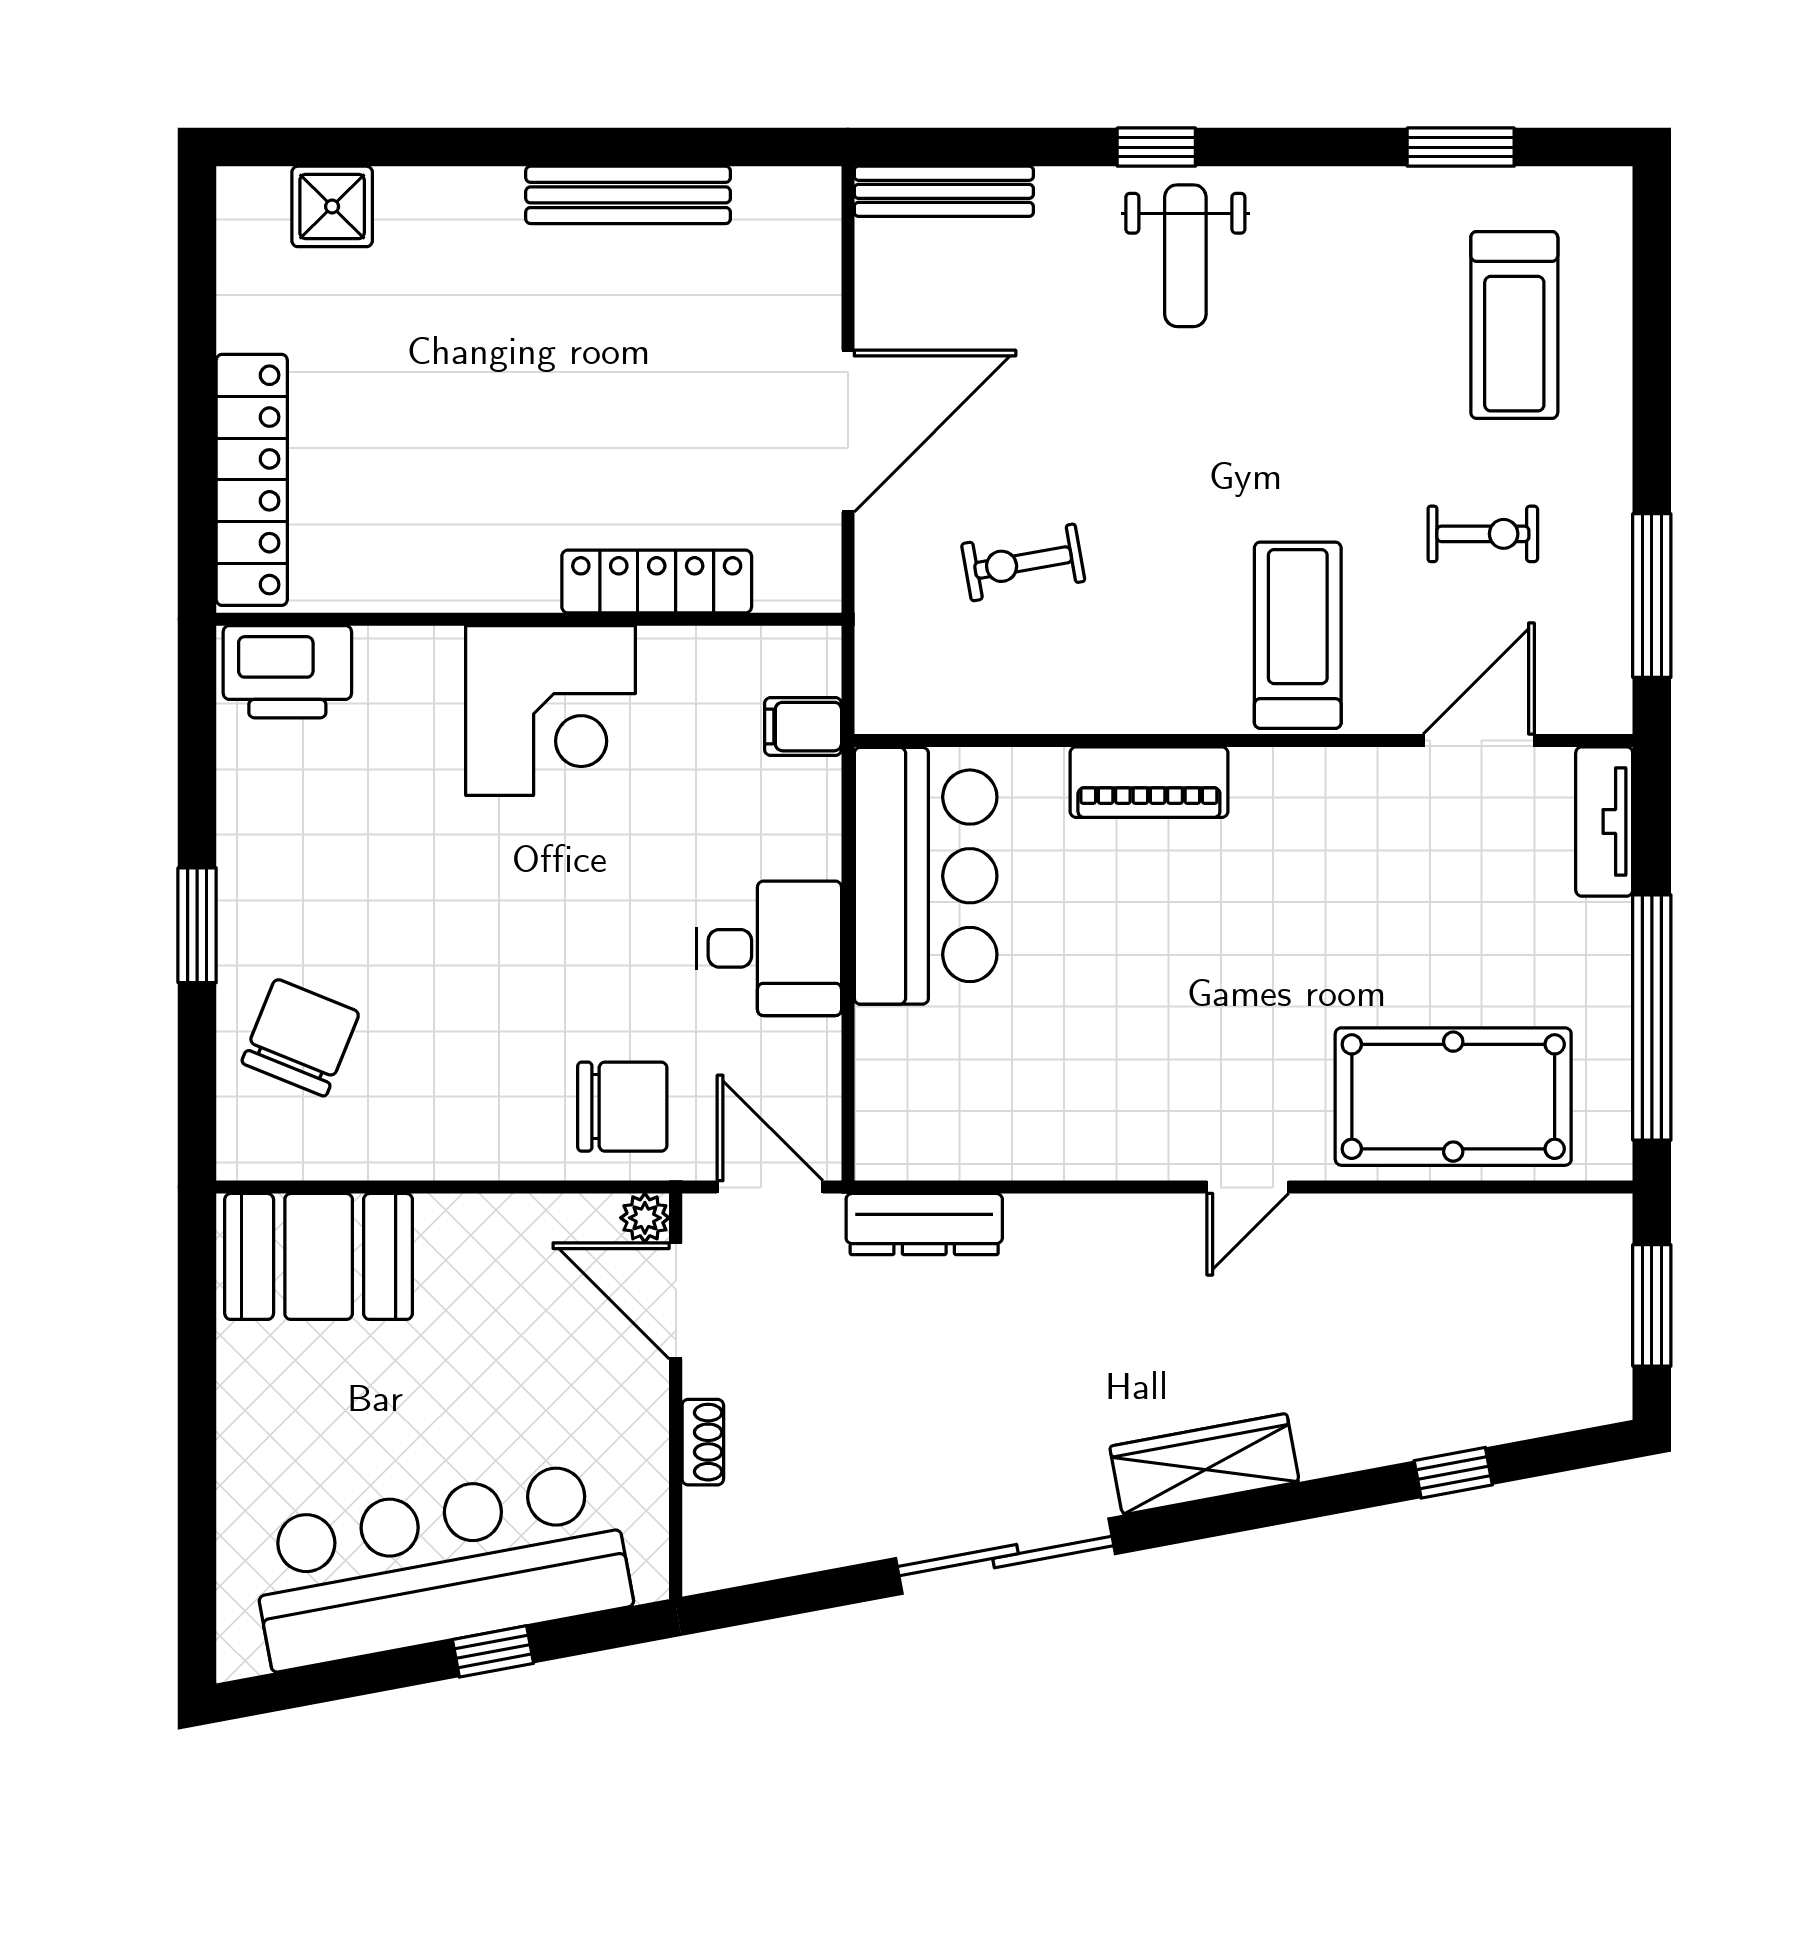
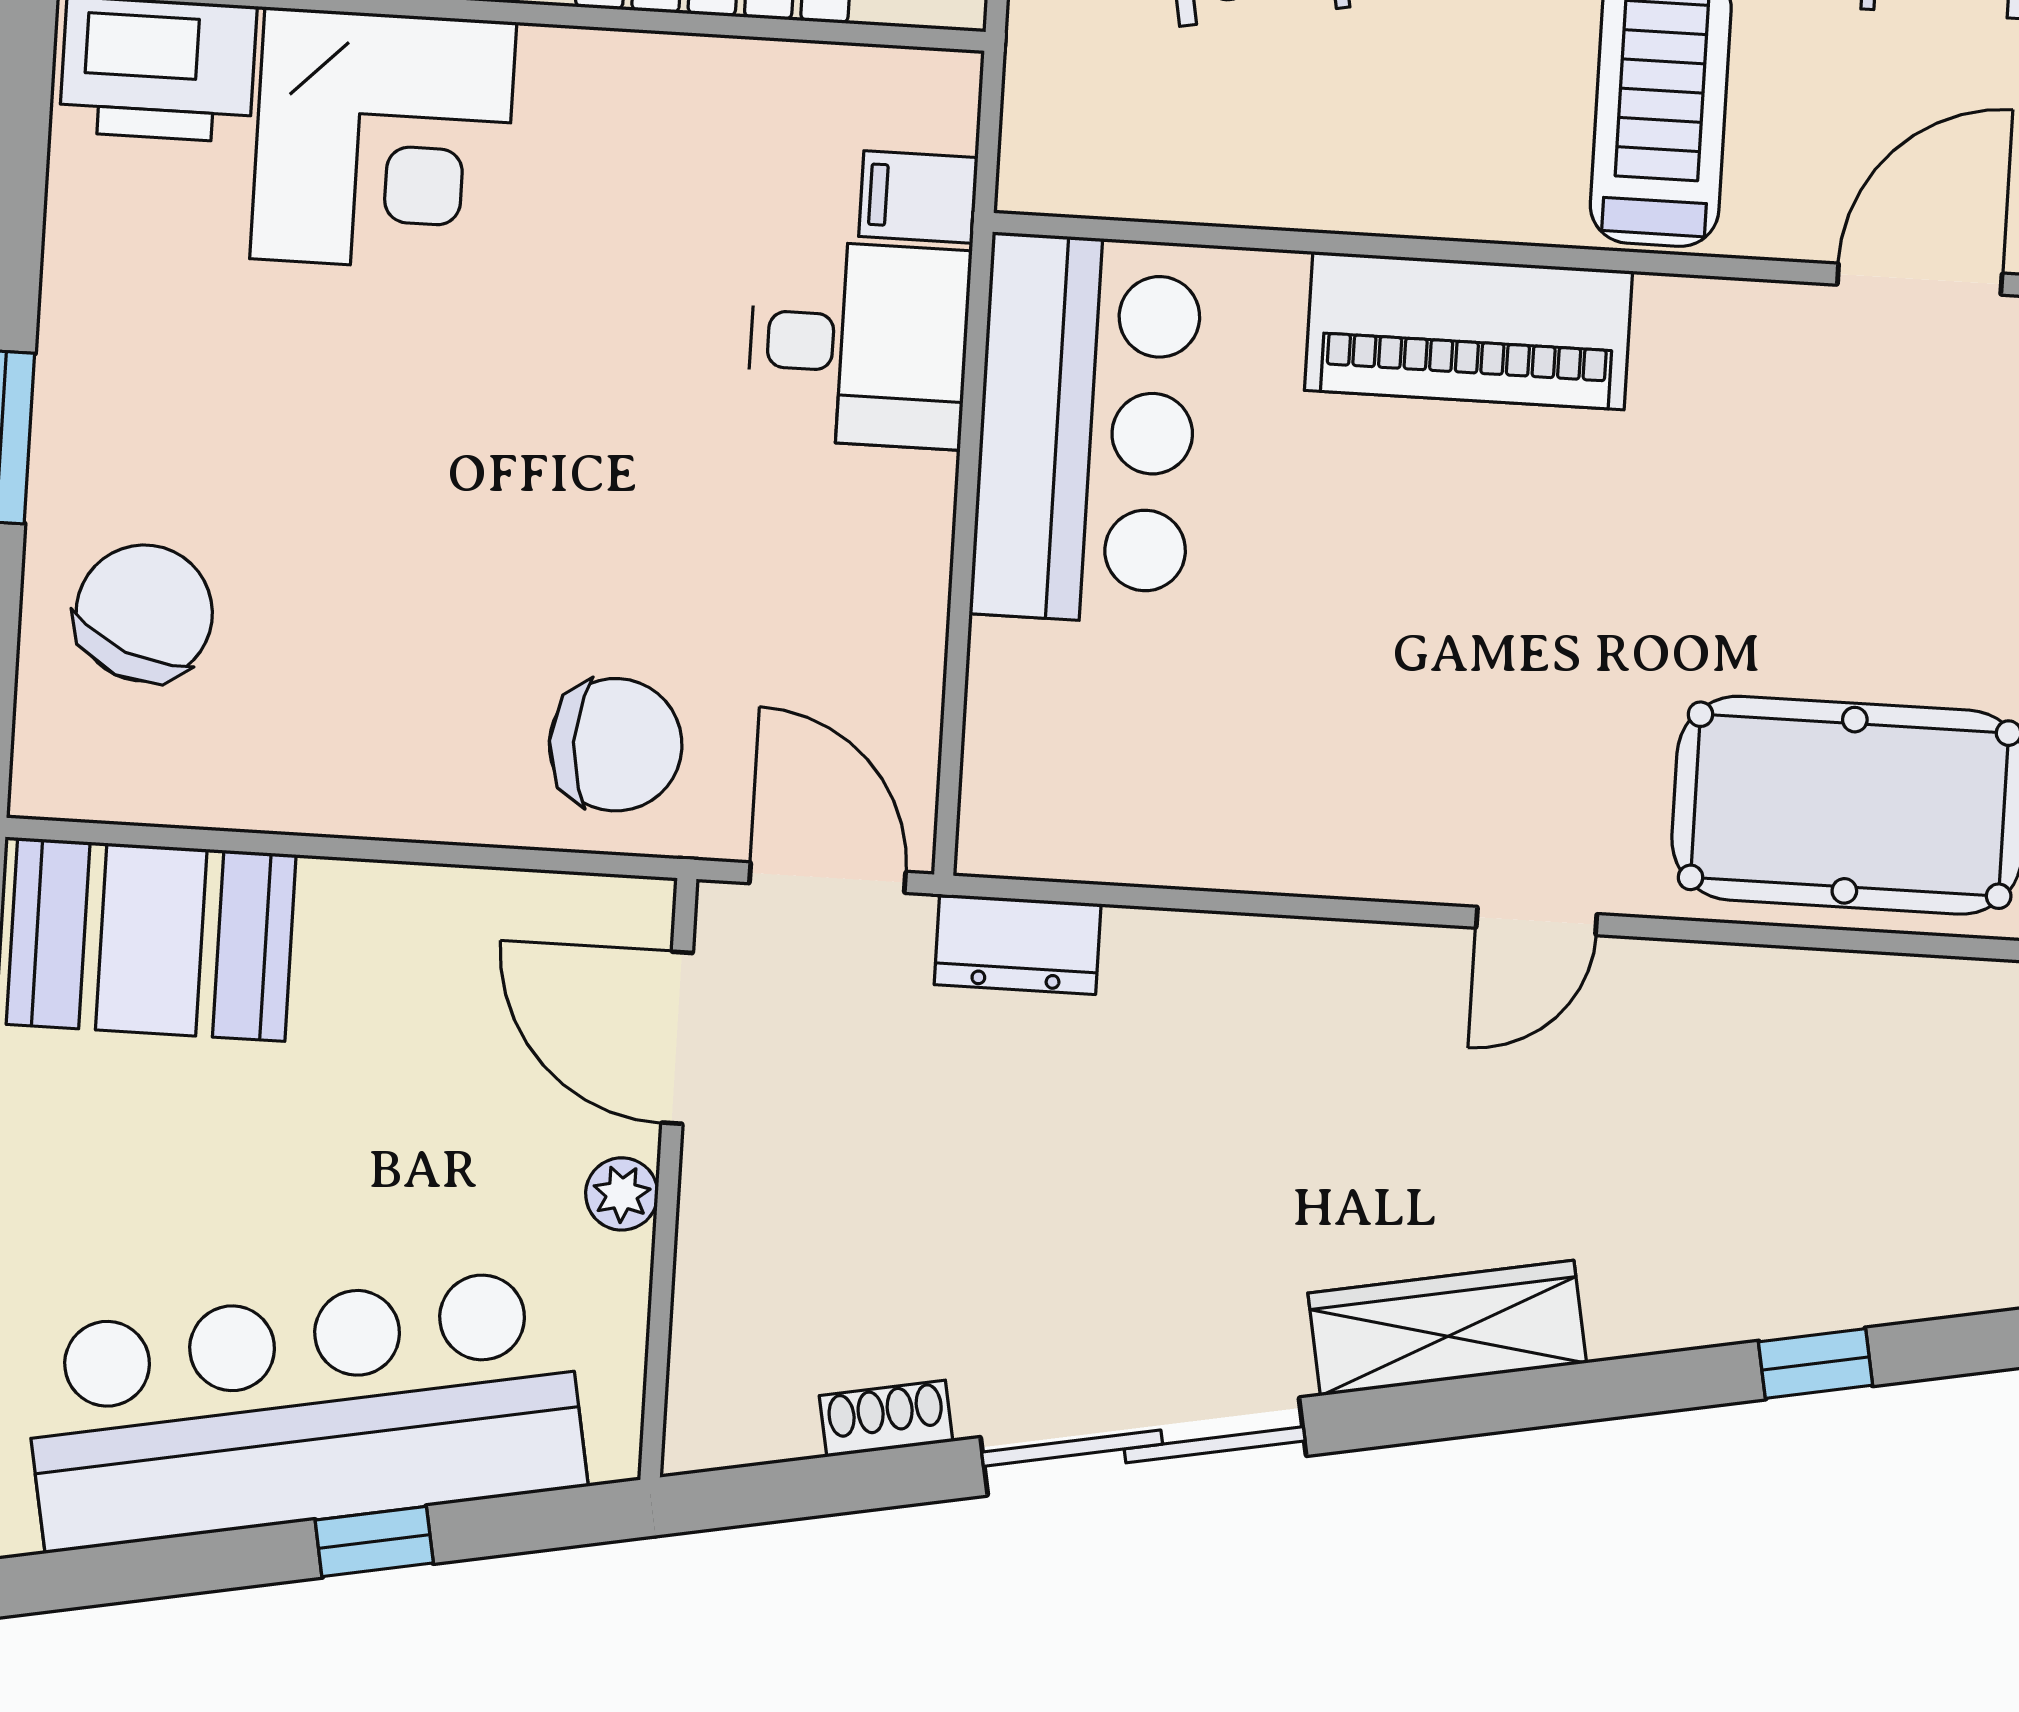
corner desk: (551, 711) -> (383, 140), moved
piano: (1149, 782) -> (1468, 331), width x1.37, depth x1.33
desk: (769, 948) -> (859, 344), moved
plant: (645, 1218) -> (622, 1194), moved
dresser: (924, 1224) -> (1018, 944), width x0.70
shoe rack: (703, 1442) -> (886, 1418), moved, turned -101

